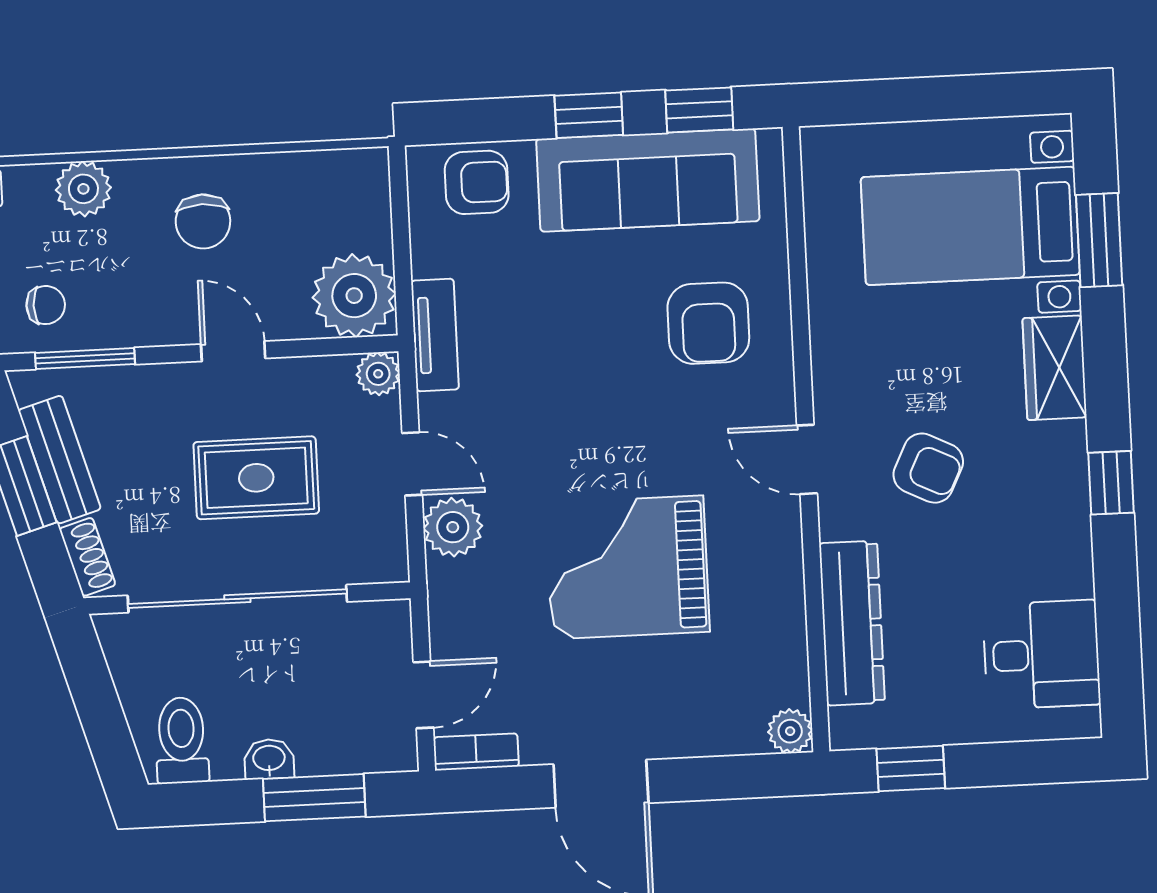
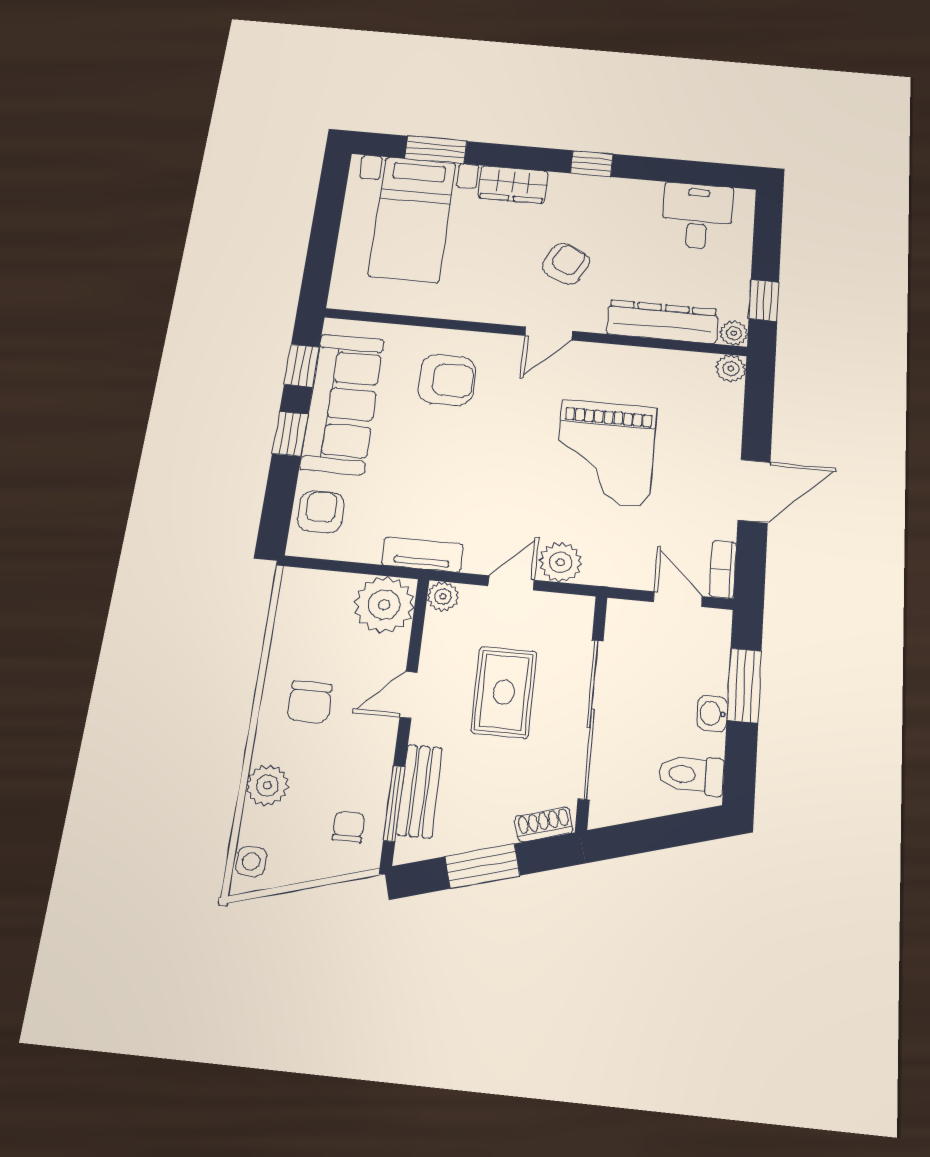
chair: (203, 221) -> (310, 702), turned 90
bench: (60, 460) -> (420, 791), moved, turned -74
plant: (849, 730) -> (734, 333), added

